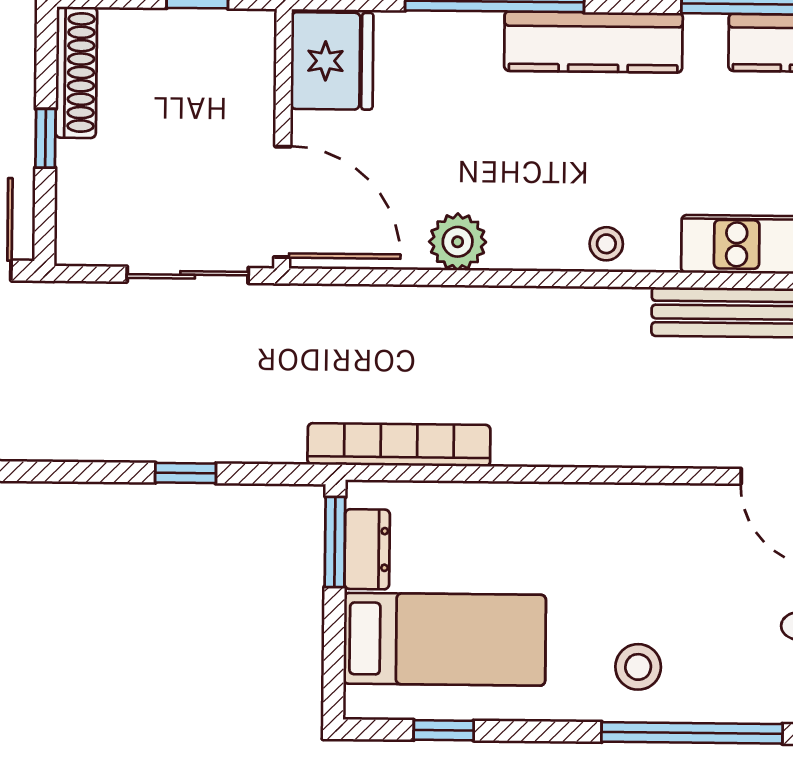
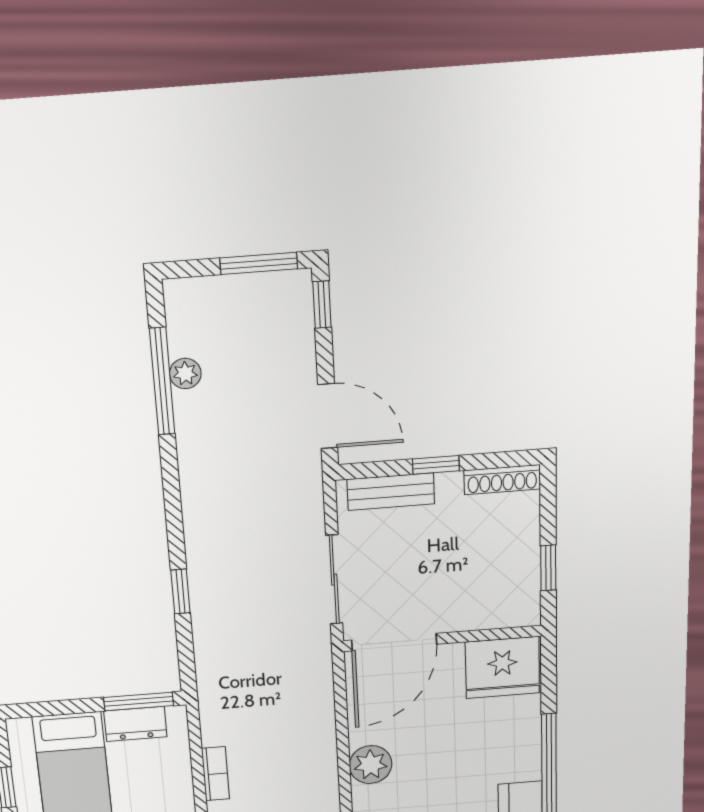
shoe rack: (76, 72) -> (502, 480), width x0.74, depth x0.81
bench: (76, 196) -> (391, 492), added
bookcase: (399, 445) -> (215, 774), width x0.43, depth x0.76

